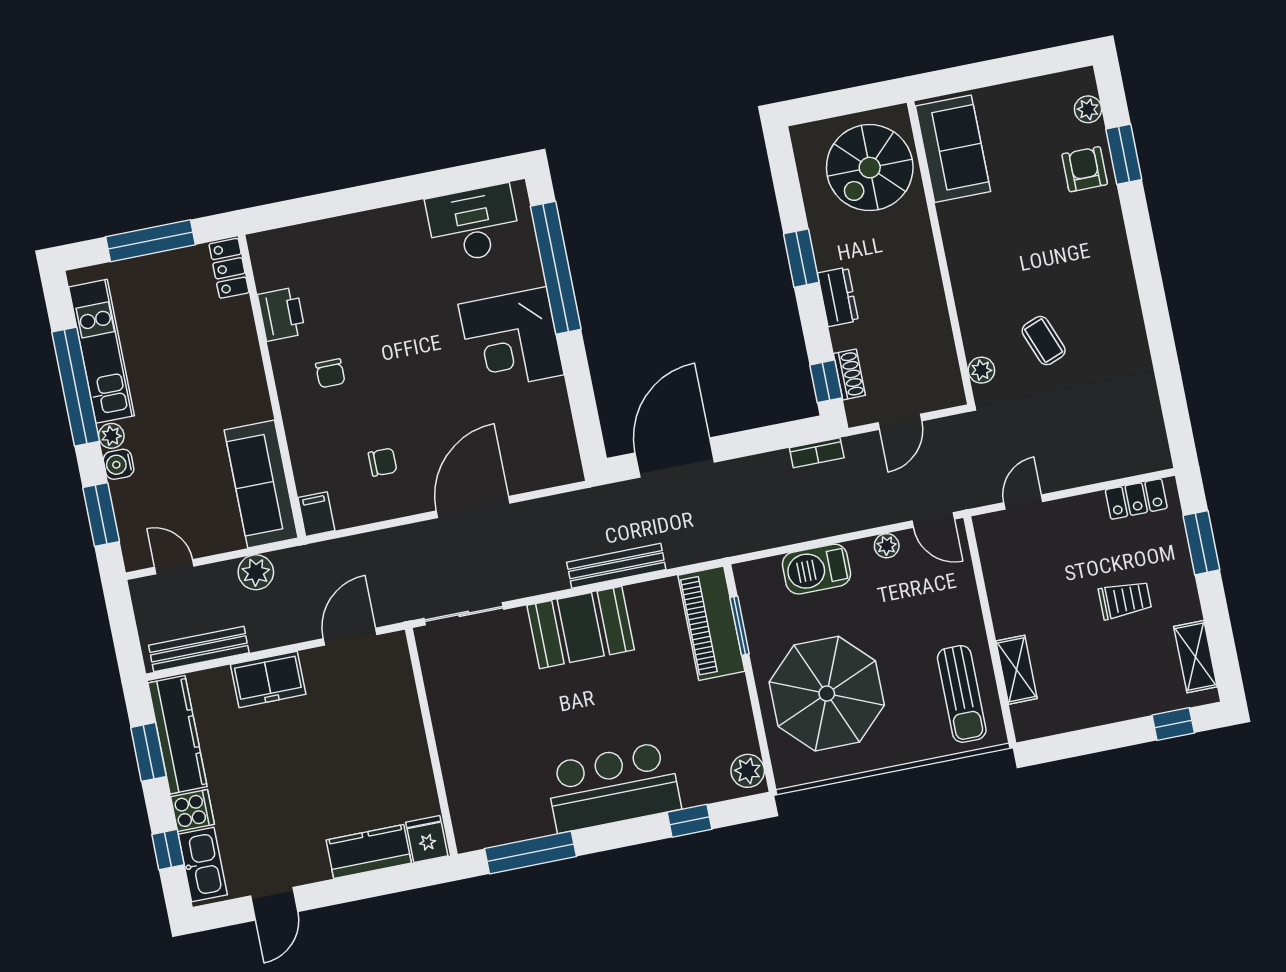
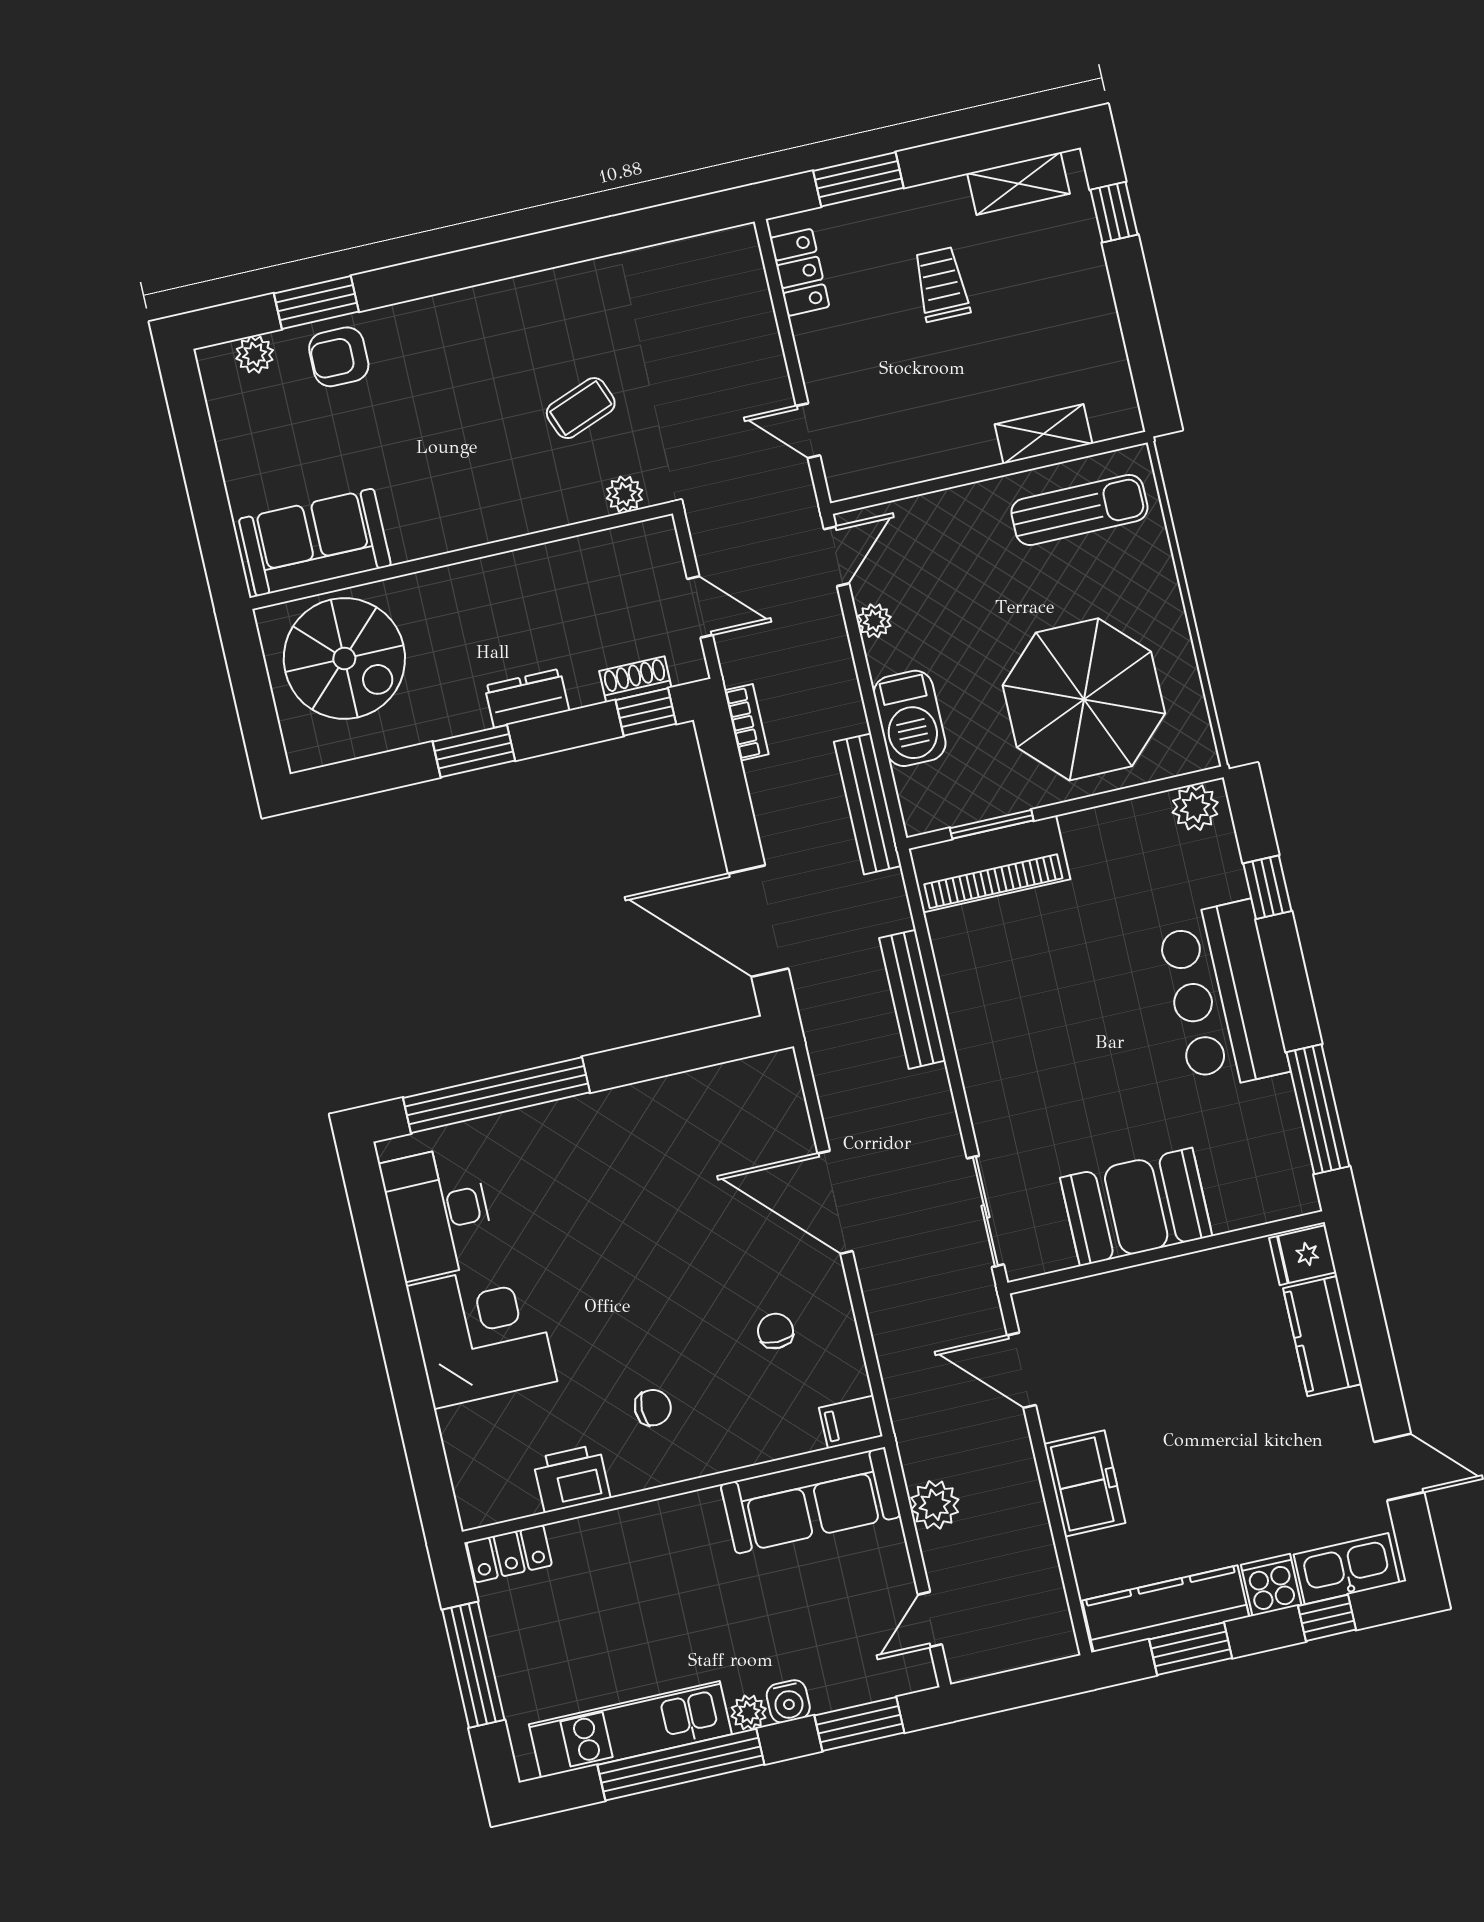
corner desk: (511, 340) -> (482, 1334), moved, turned -90
booth: (581, 628) -> (1136, 1207), moved, turned 90
bench: (199, 649) -> (868, 804), moved

